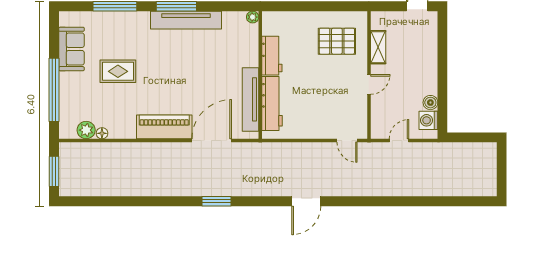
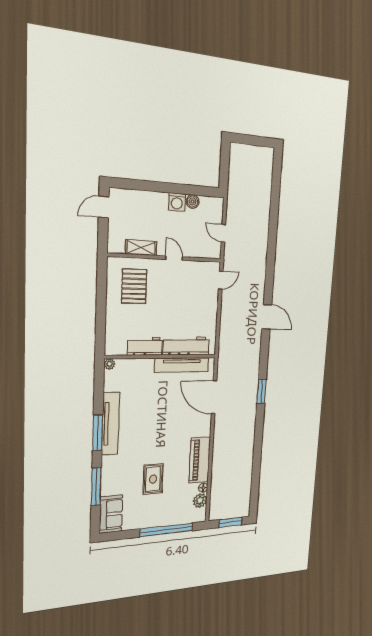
sofa: (71, 49) -> (111, 514), moved, turned 90
washing machine: (428, 120) -> (177, 202), moved
piano: (164, 127) -> (200, 460), moved

